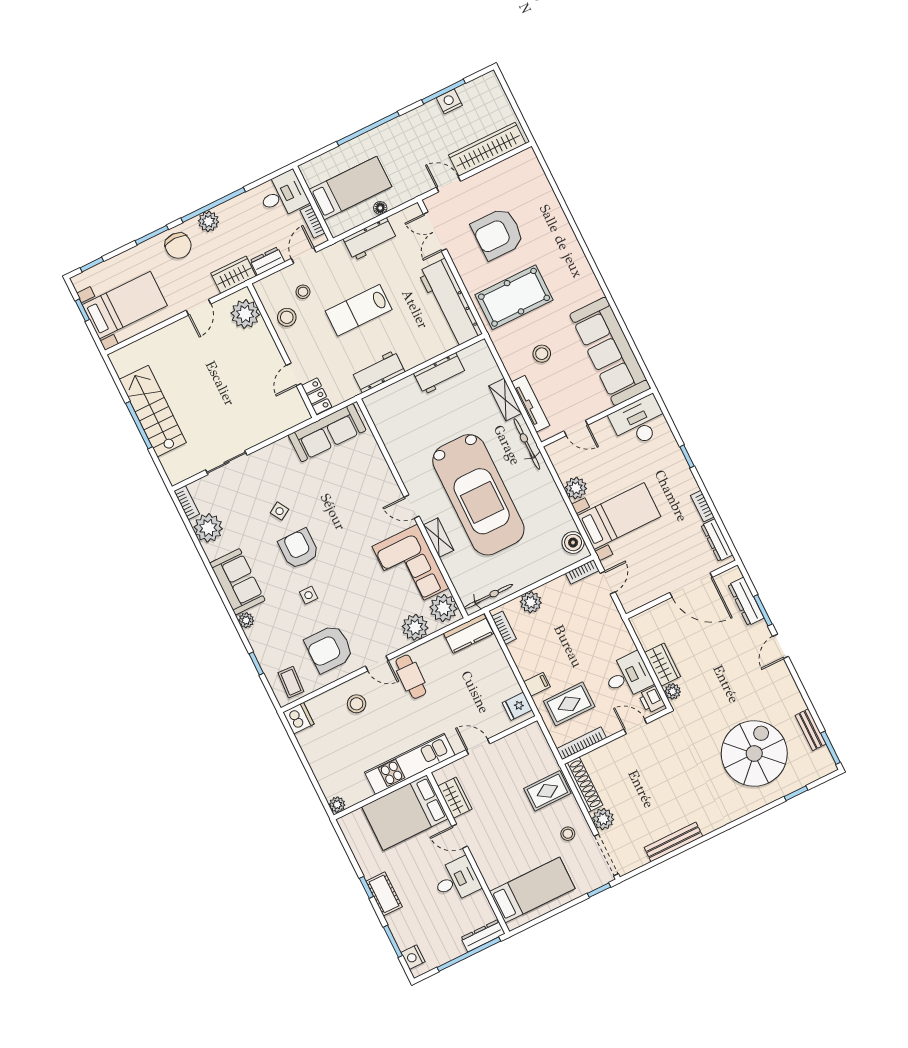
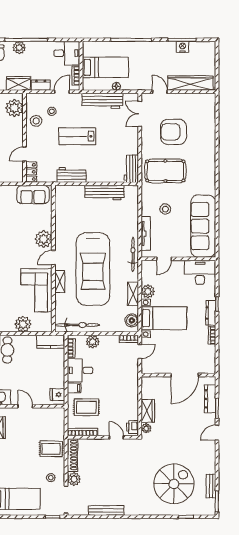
workbench: (370, 239) -> (103, 101), width x1.37
workbench: (450, 303) -> (131, 169), width x0.53, depth x0.76
workbench: (440, 374) -> (104, 193), width x1.38
shelving: (505, 400) -> (133, 294), moved
door: (576, 428) -> (164, 259), hinge flipped
sofa: (327, 433) -> (33, 195), width x0.73
door: (412, 507) -> (53, 258), hinge flipped
dresser: (717, 540) -> (211, 313), moved
door: (691, 585) -> (185, 375), hinge flipped
bicycle: (488, 596) -> (77, 325), width x1.37, depth x1.40
plant: (443, 608) -> (44, 239), moved
desk: (628, 676) -> (80, 370), moved, turned 180

